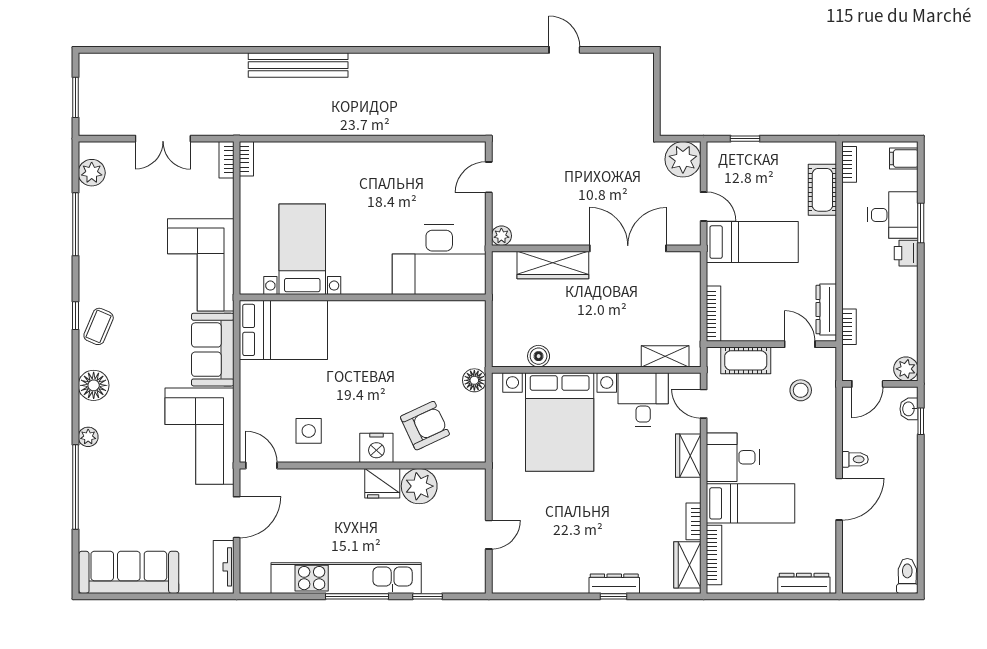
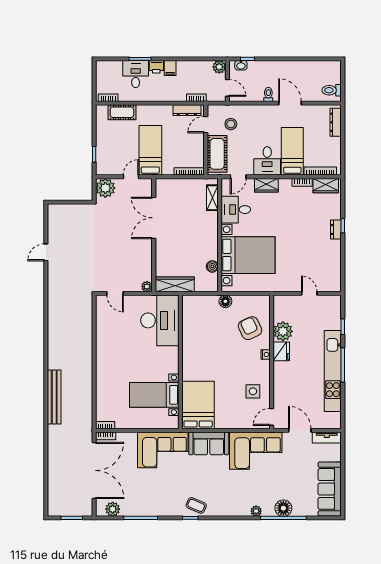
double door: (163, 139) -> (94, 470), width x1.87
filing cabinet: (904, 159) -> (170, 68), moved
wardrobe: (553, 265) -> (175, 284), moved, turned -90
cot: (746, 360) -> (217, 154), width x1.37, depth x1.34
floor lamp: (94, 385) -> (283, 508), moved
nightstand: (376, 448) -> (266, 355), width x0.53, depth x0.56
toilet: (907, 576) -> (332, 90), moved
dresser: (614, 584) -> (336, 229), width x0.70

